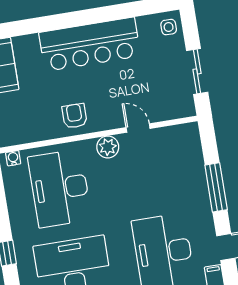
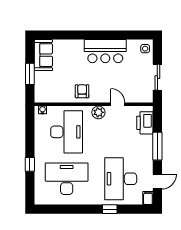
bar counter: (90, 44) -> (105, 51), width x0.73
printer: (189, 152) -> (145, 123), added
desk: (60, 188) -> (67, 132), turned 180

